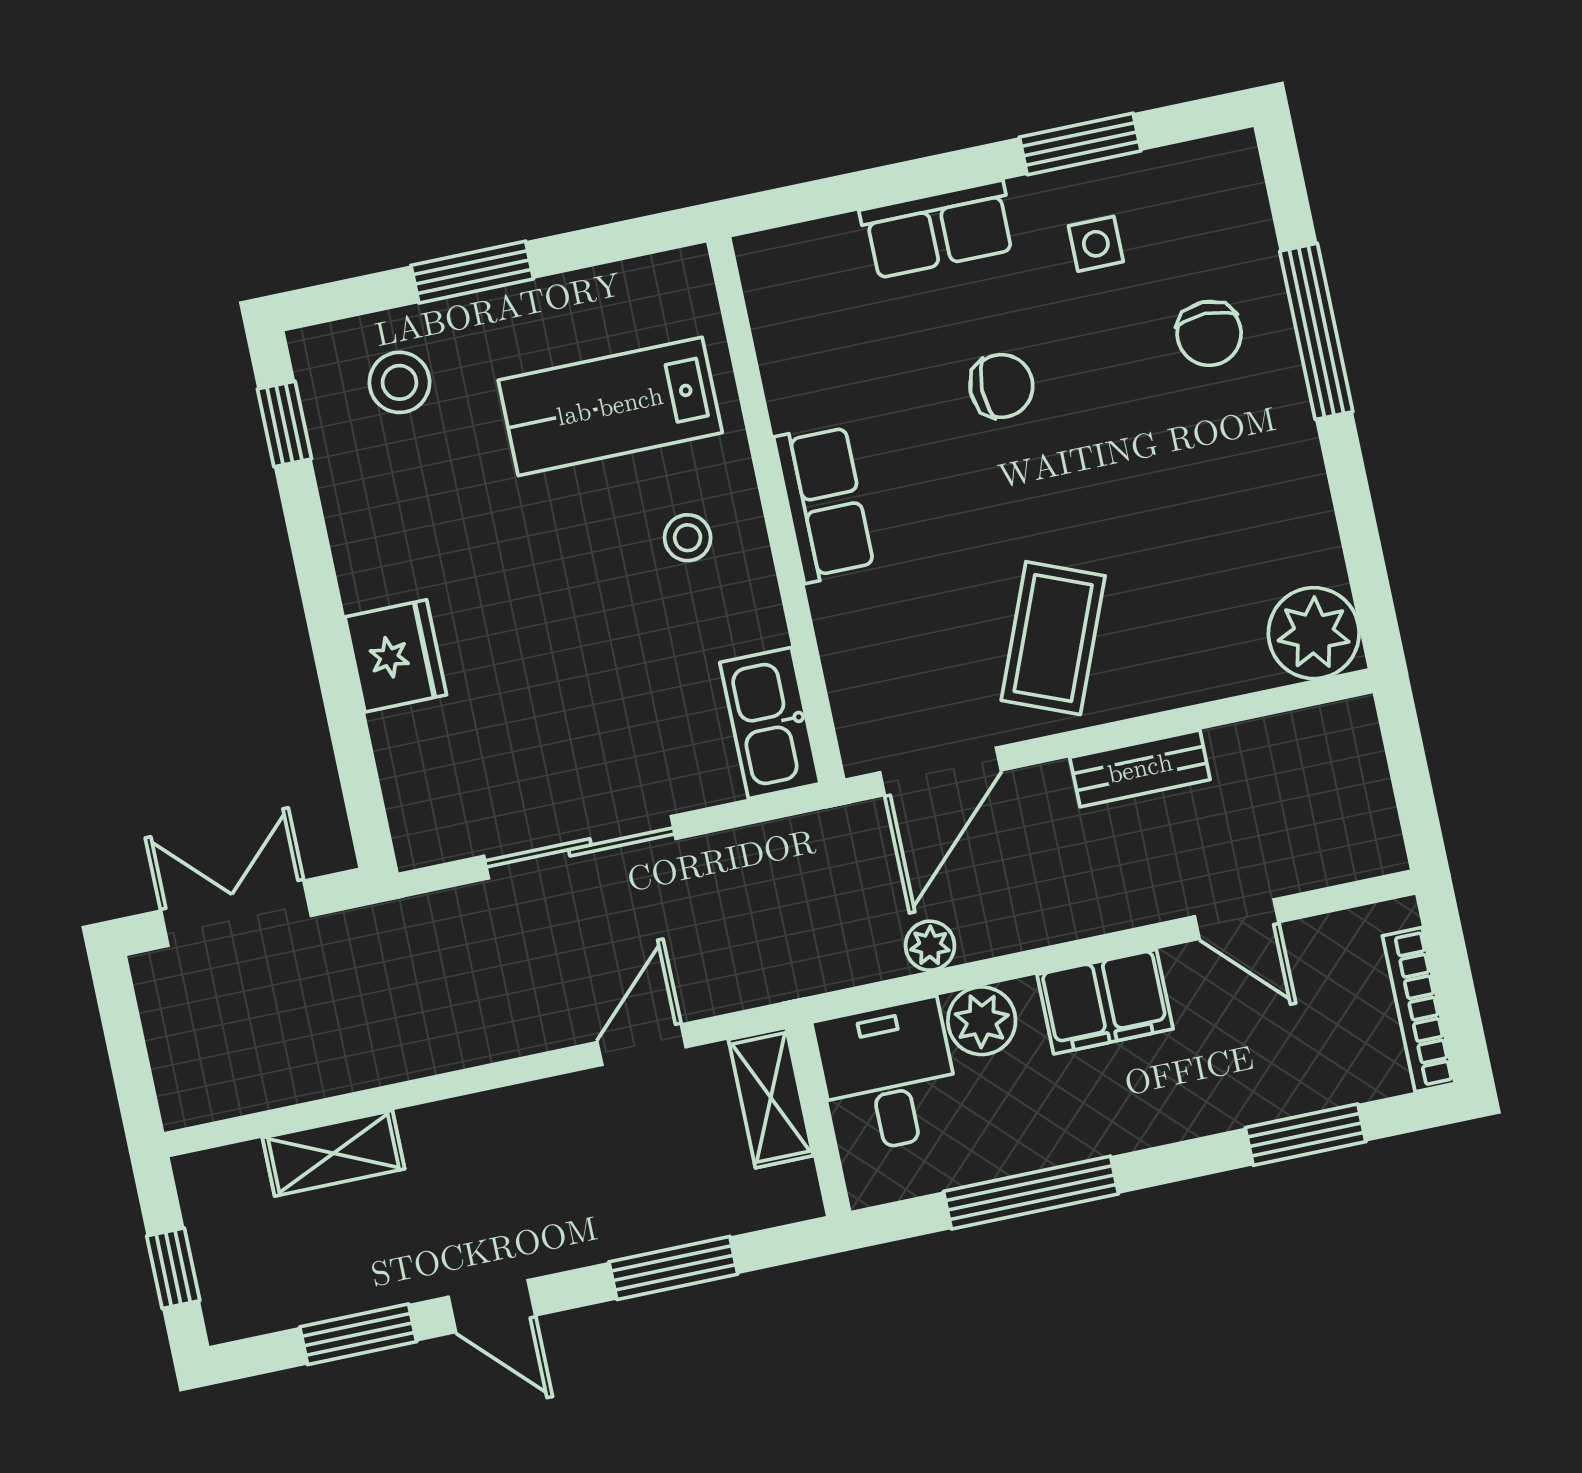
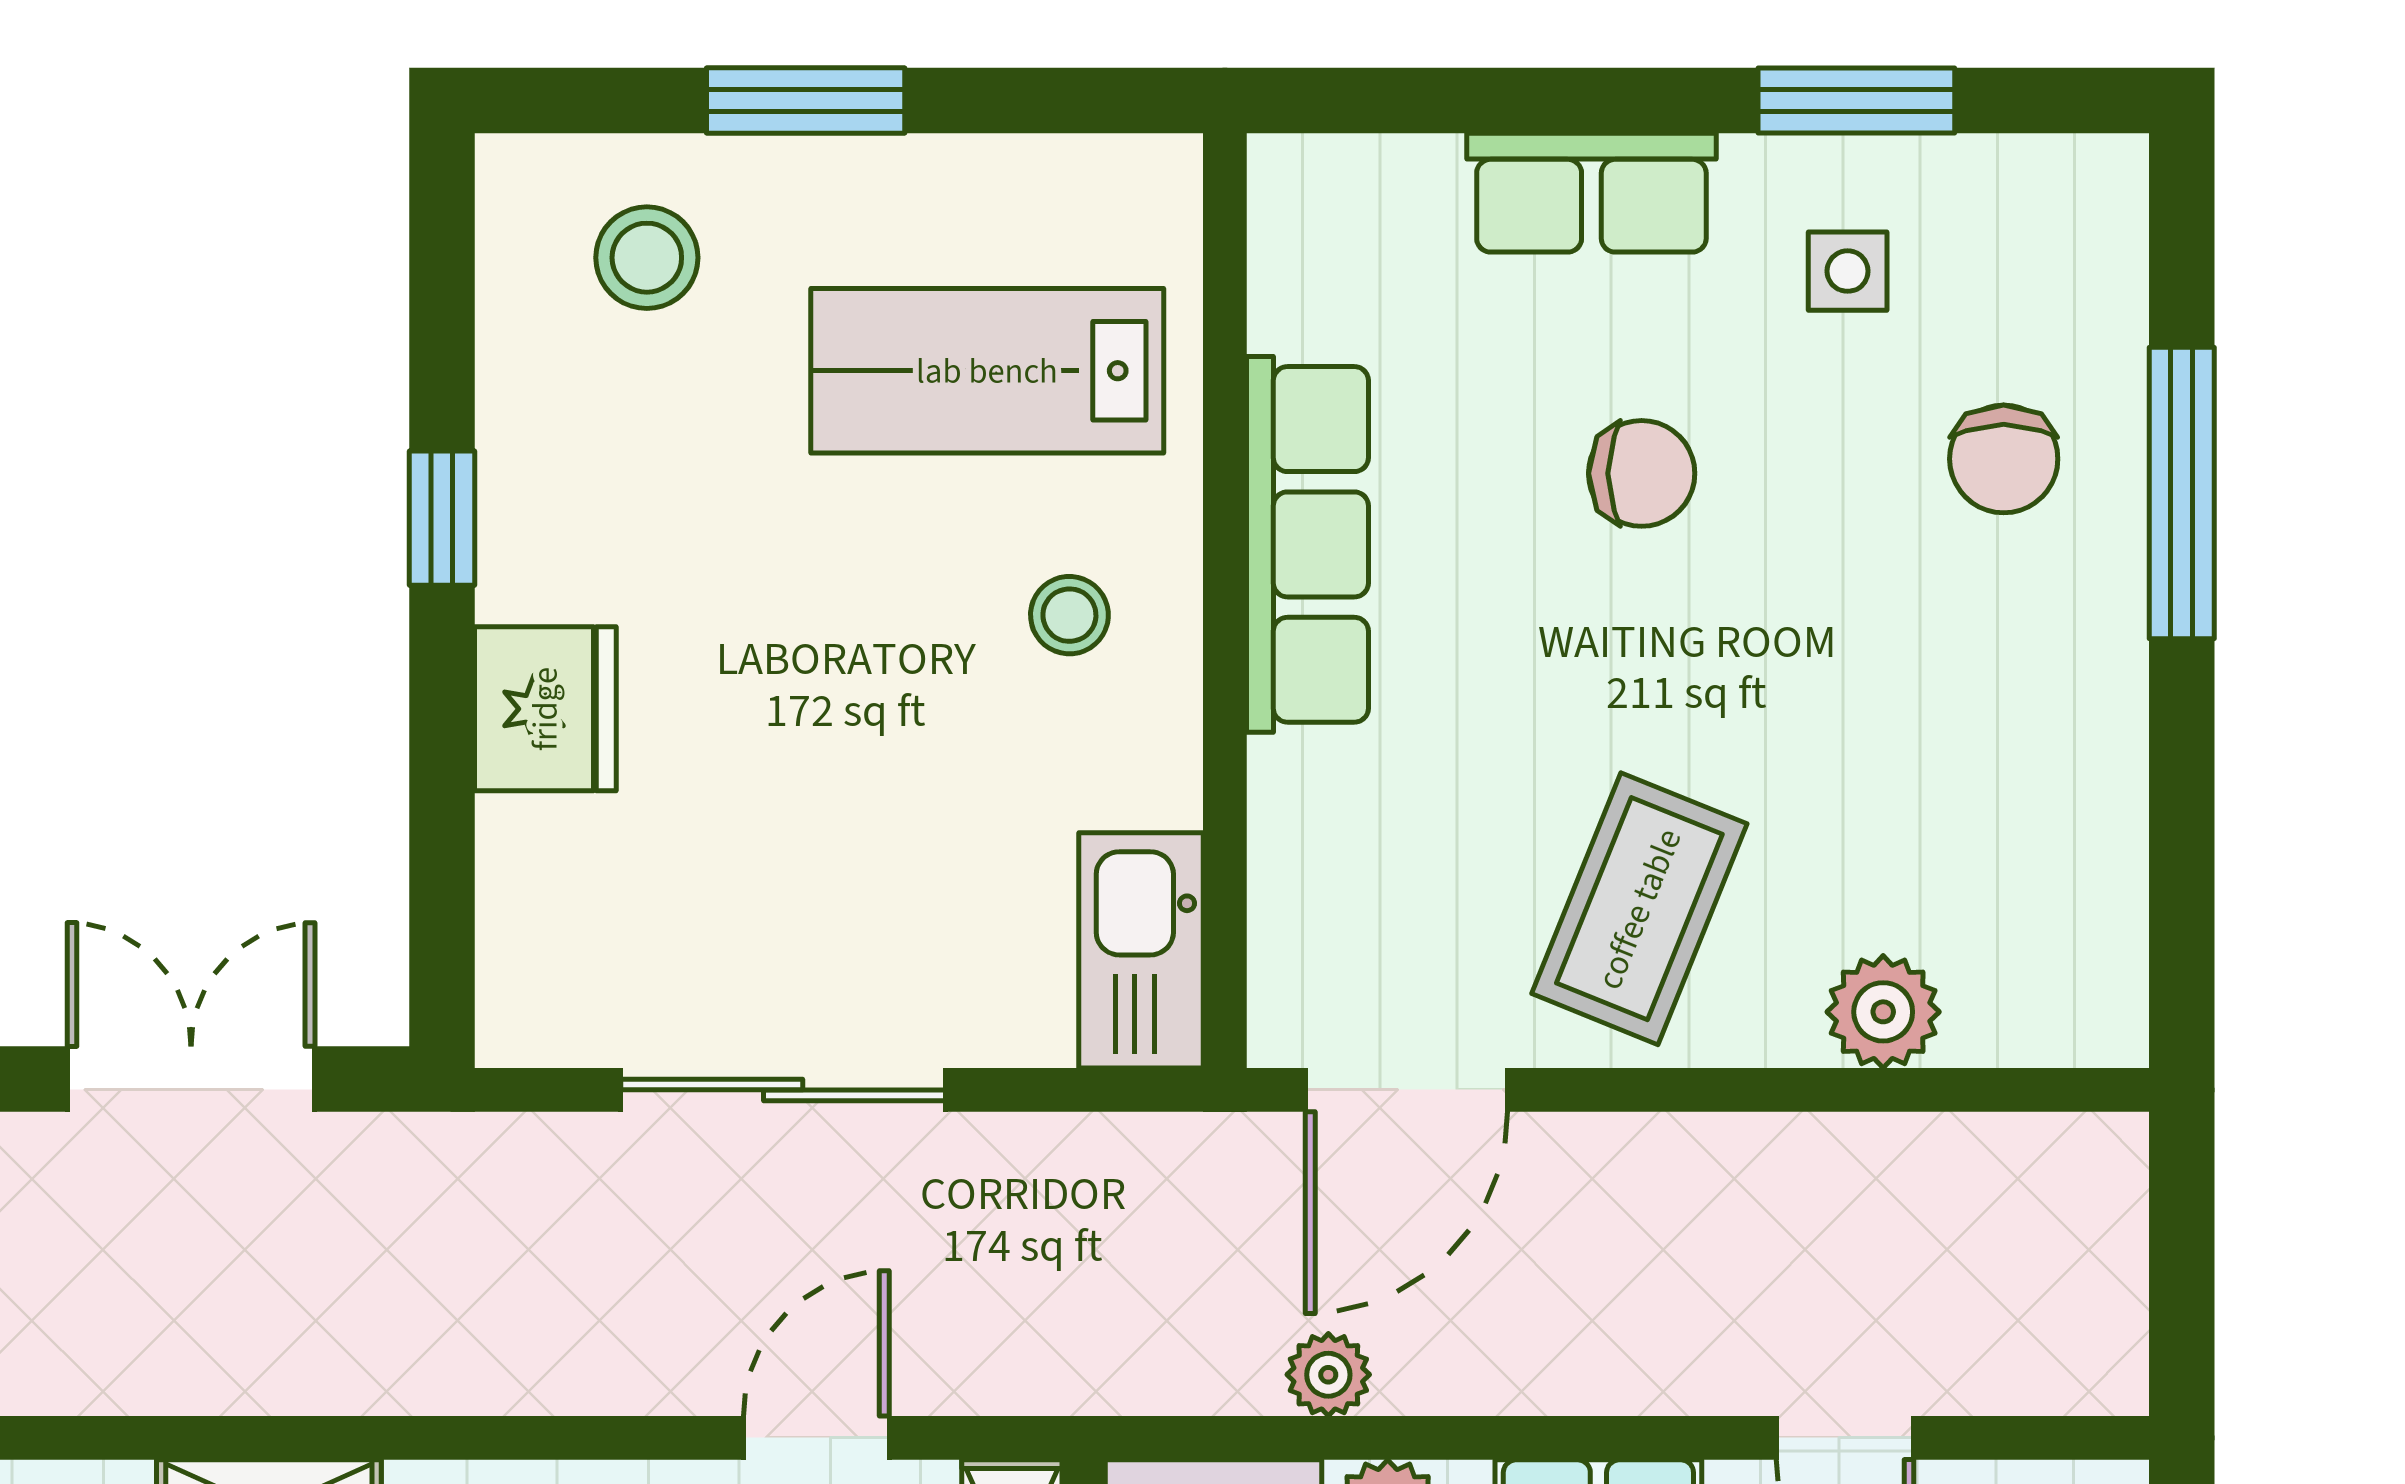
window: (284, 424) -> (442, 518), moved
row of seats: (824, 503) -> (1307, 544), width x1.48
plant: (1314, 633) -> (1883, 1012), moved, width x0.73, depth x0.73
bench: (1140, 768) -> (1737, 1155), removed

